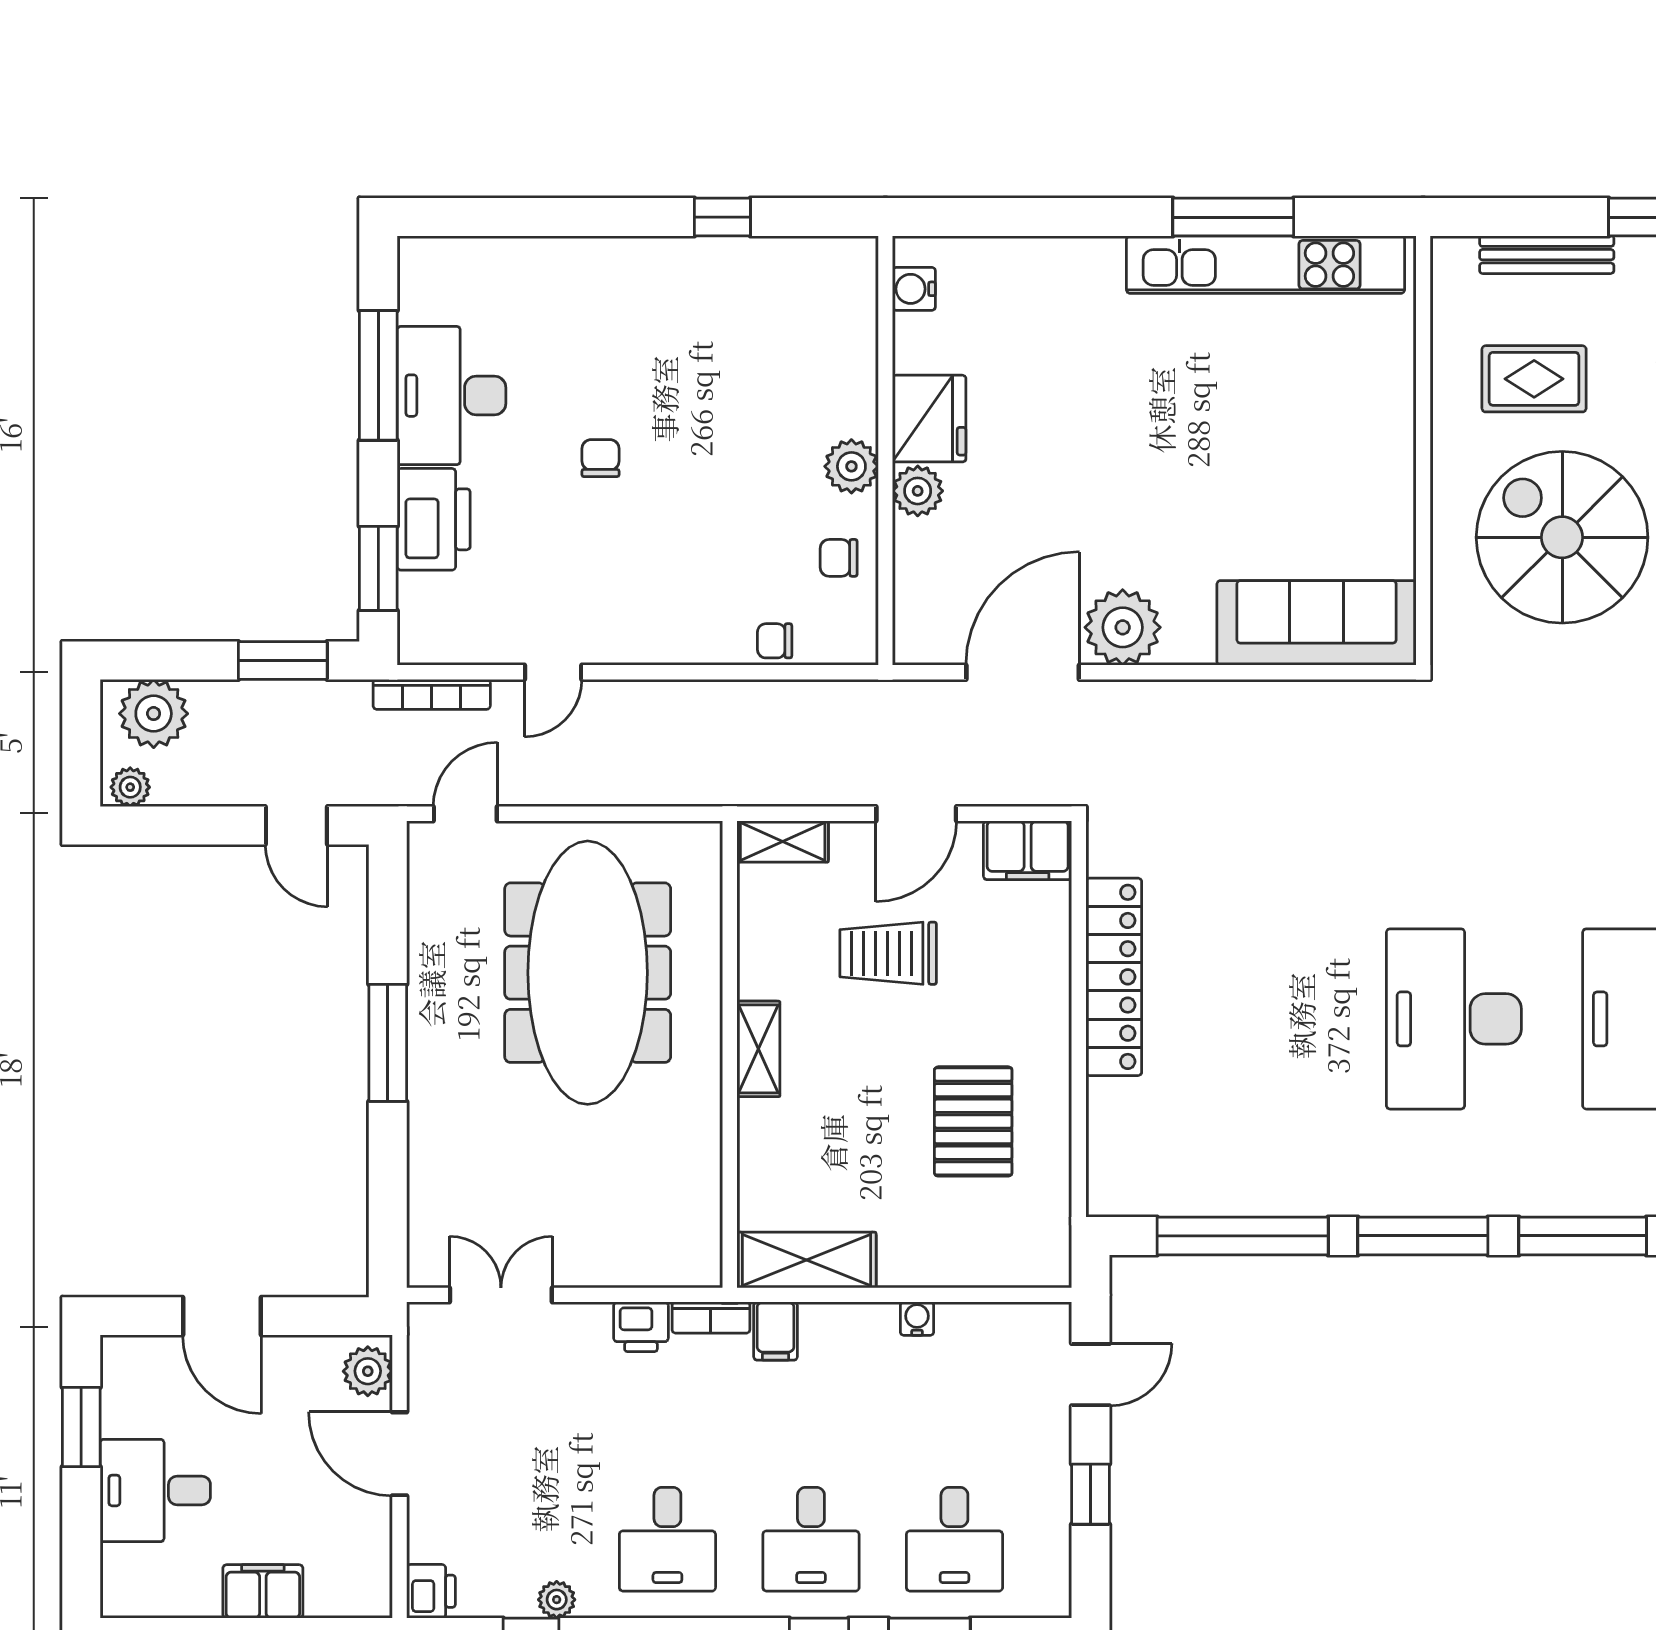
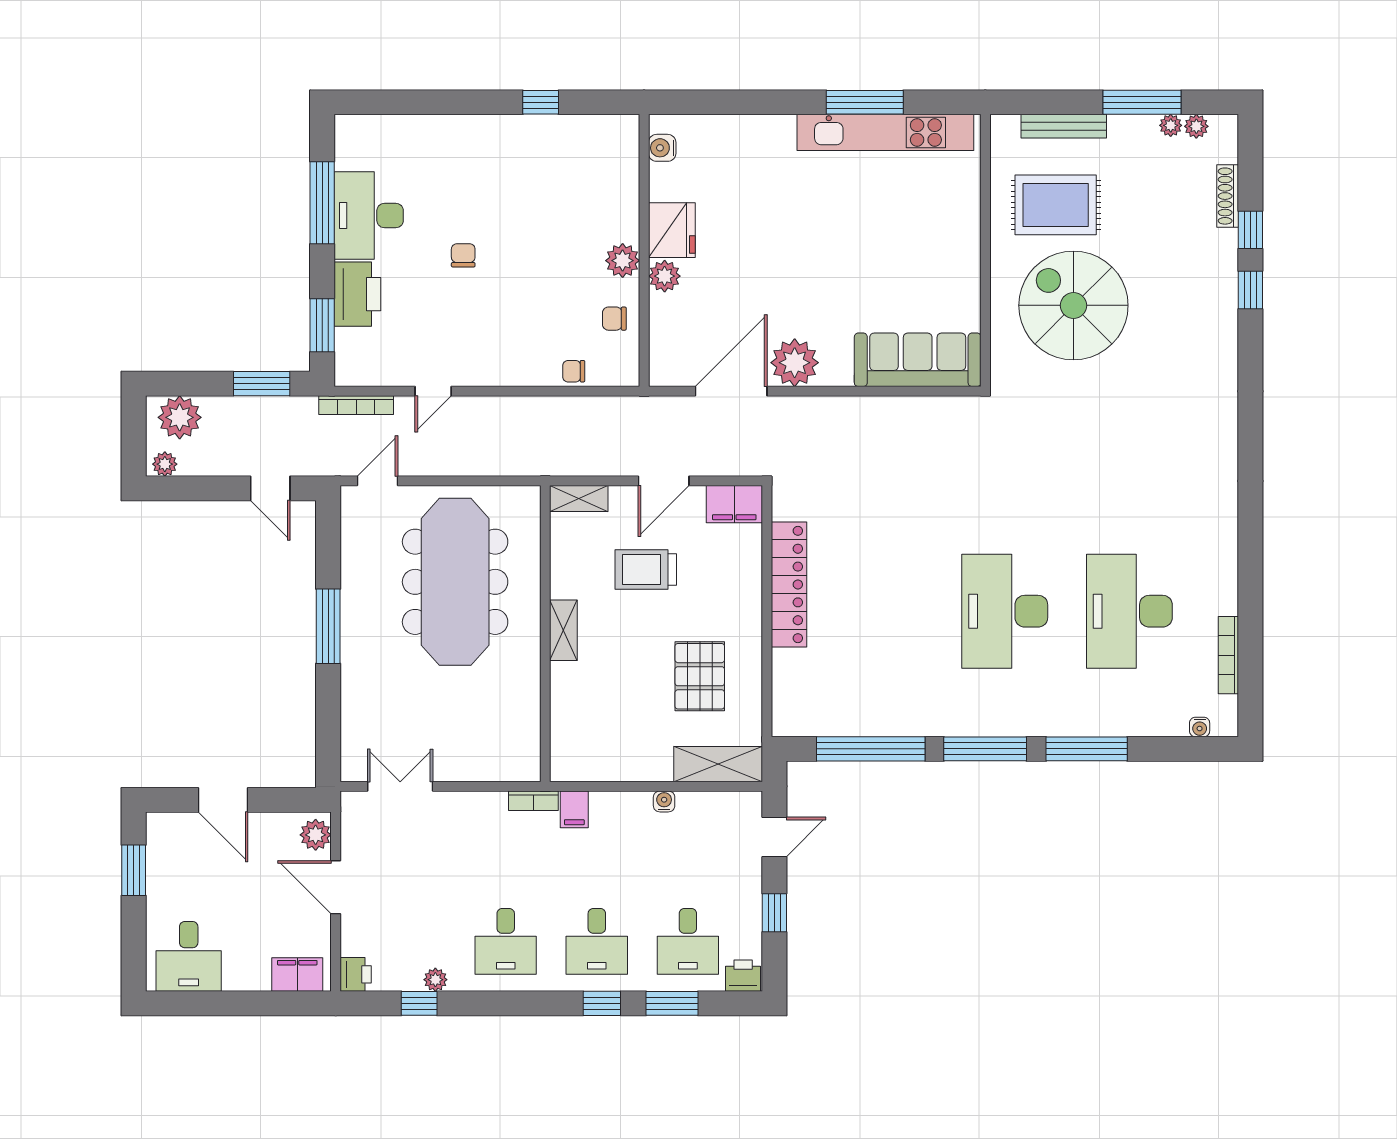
rug: (1534, 379) -> (1056, 205), width x1.36, depth x1.43
shelving: (806, 1260) -> (718, 764), moved
printer: (641, 1327) -> (743, 976), moved, turned 180
desk: (155, 1490) -> (189, 956), moved, turned -90
filing cabinet: (263, 1591) -> (297, 974), moved

